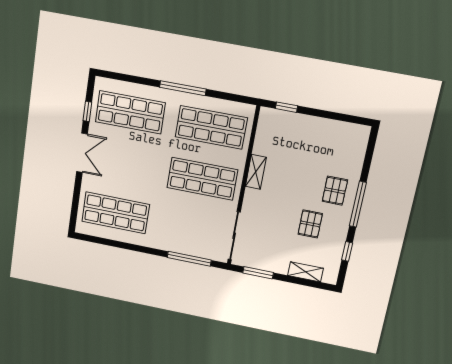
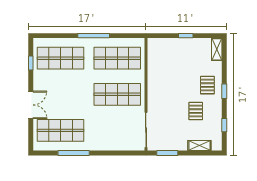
window: (286, 107) -> (186, 36), moved
double door: (82, 153) -> (31, 105), moved
shelving: (256, 172) -> (217, 49), moved
window: (358, 204) -> (224, 91), width x0.46
window: (189, 259) -> (74, 153), moved

